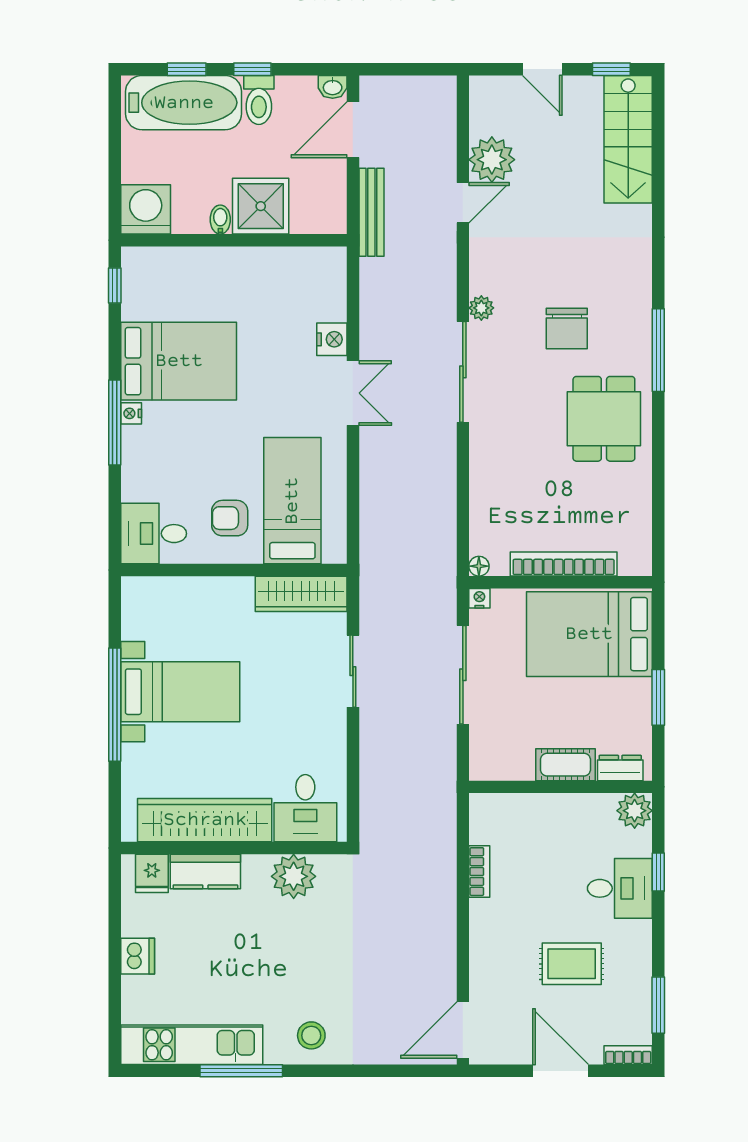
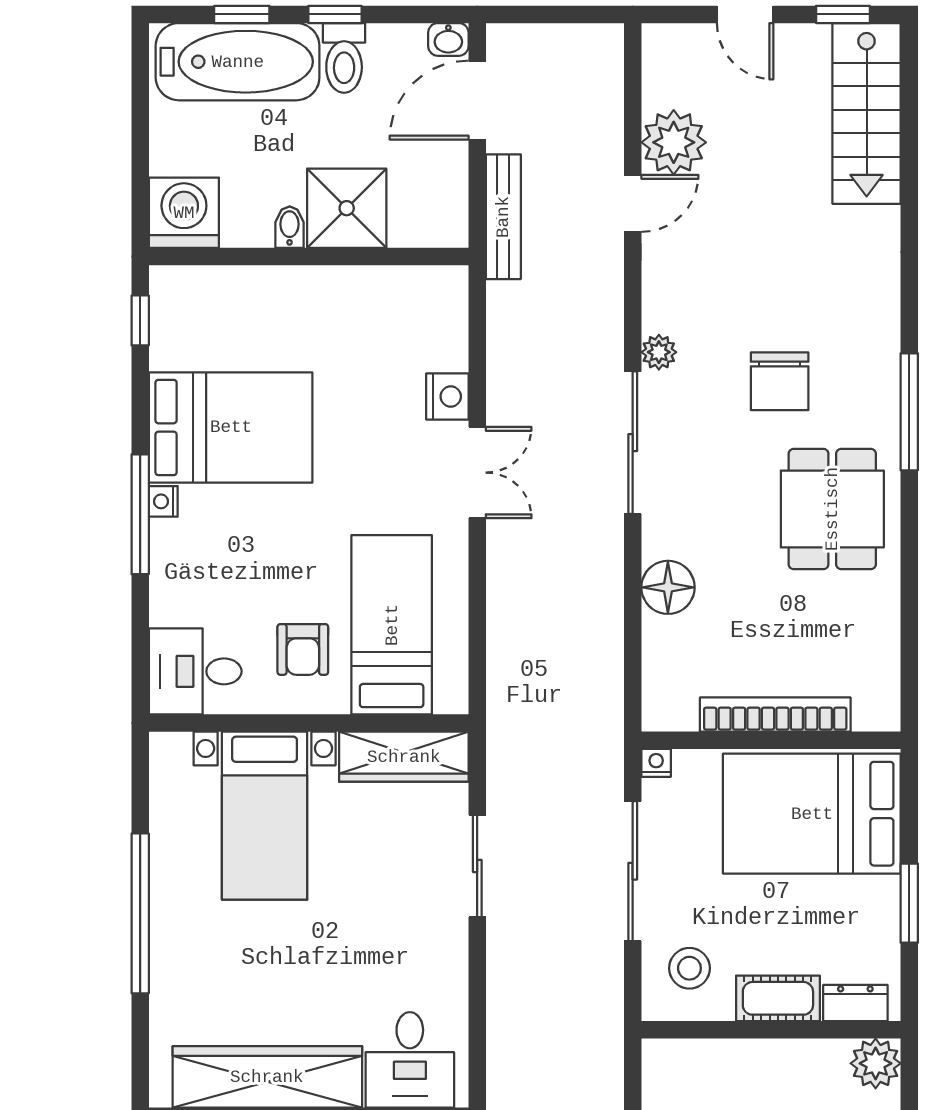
armchair: (230, 518) -> (303, 649), turned -90
floor lamp: (479, 566) -> (668, 587), moved, width x1.89, depth x1.89
bed with nightstands: (180, 692) -> (265, 816), moved, turned 90
stool: (503, 743) -> (689, 968), added

